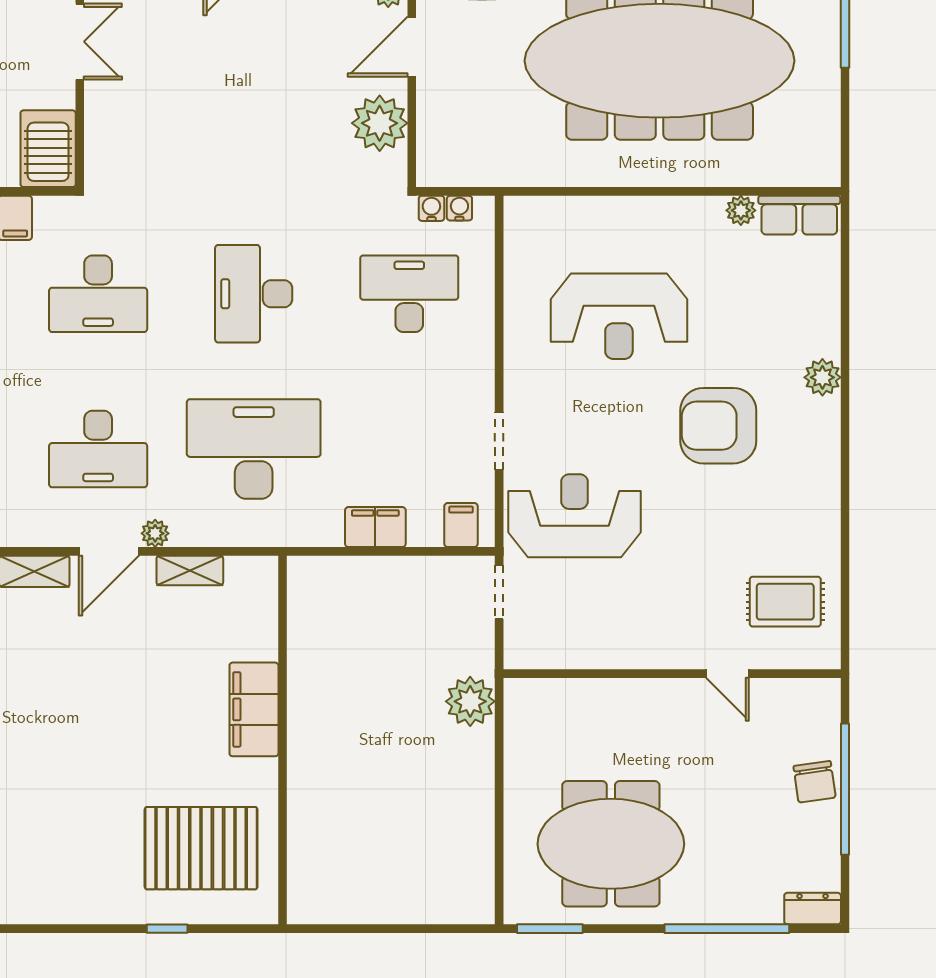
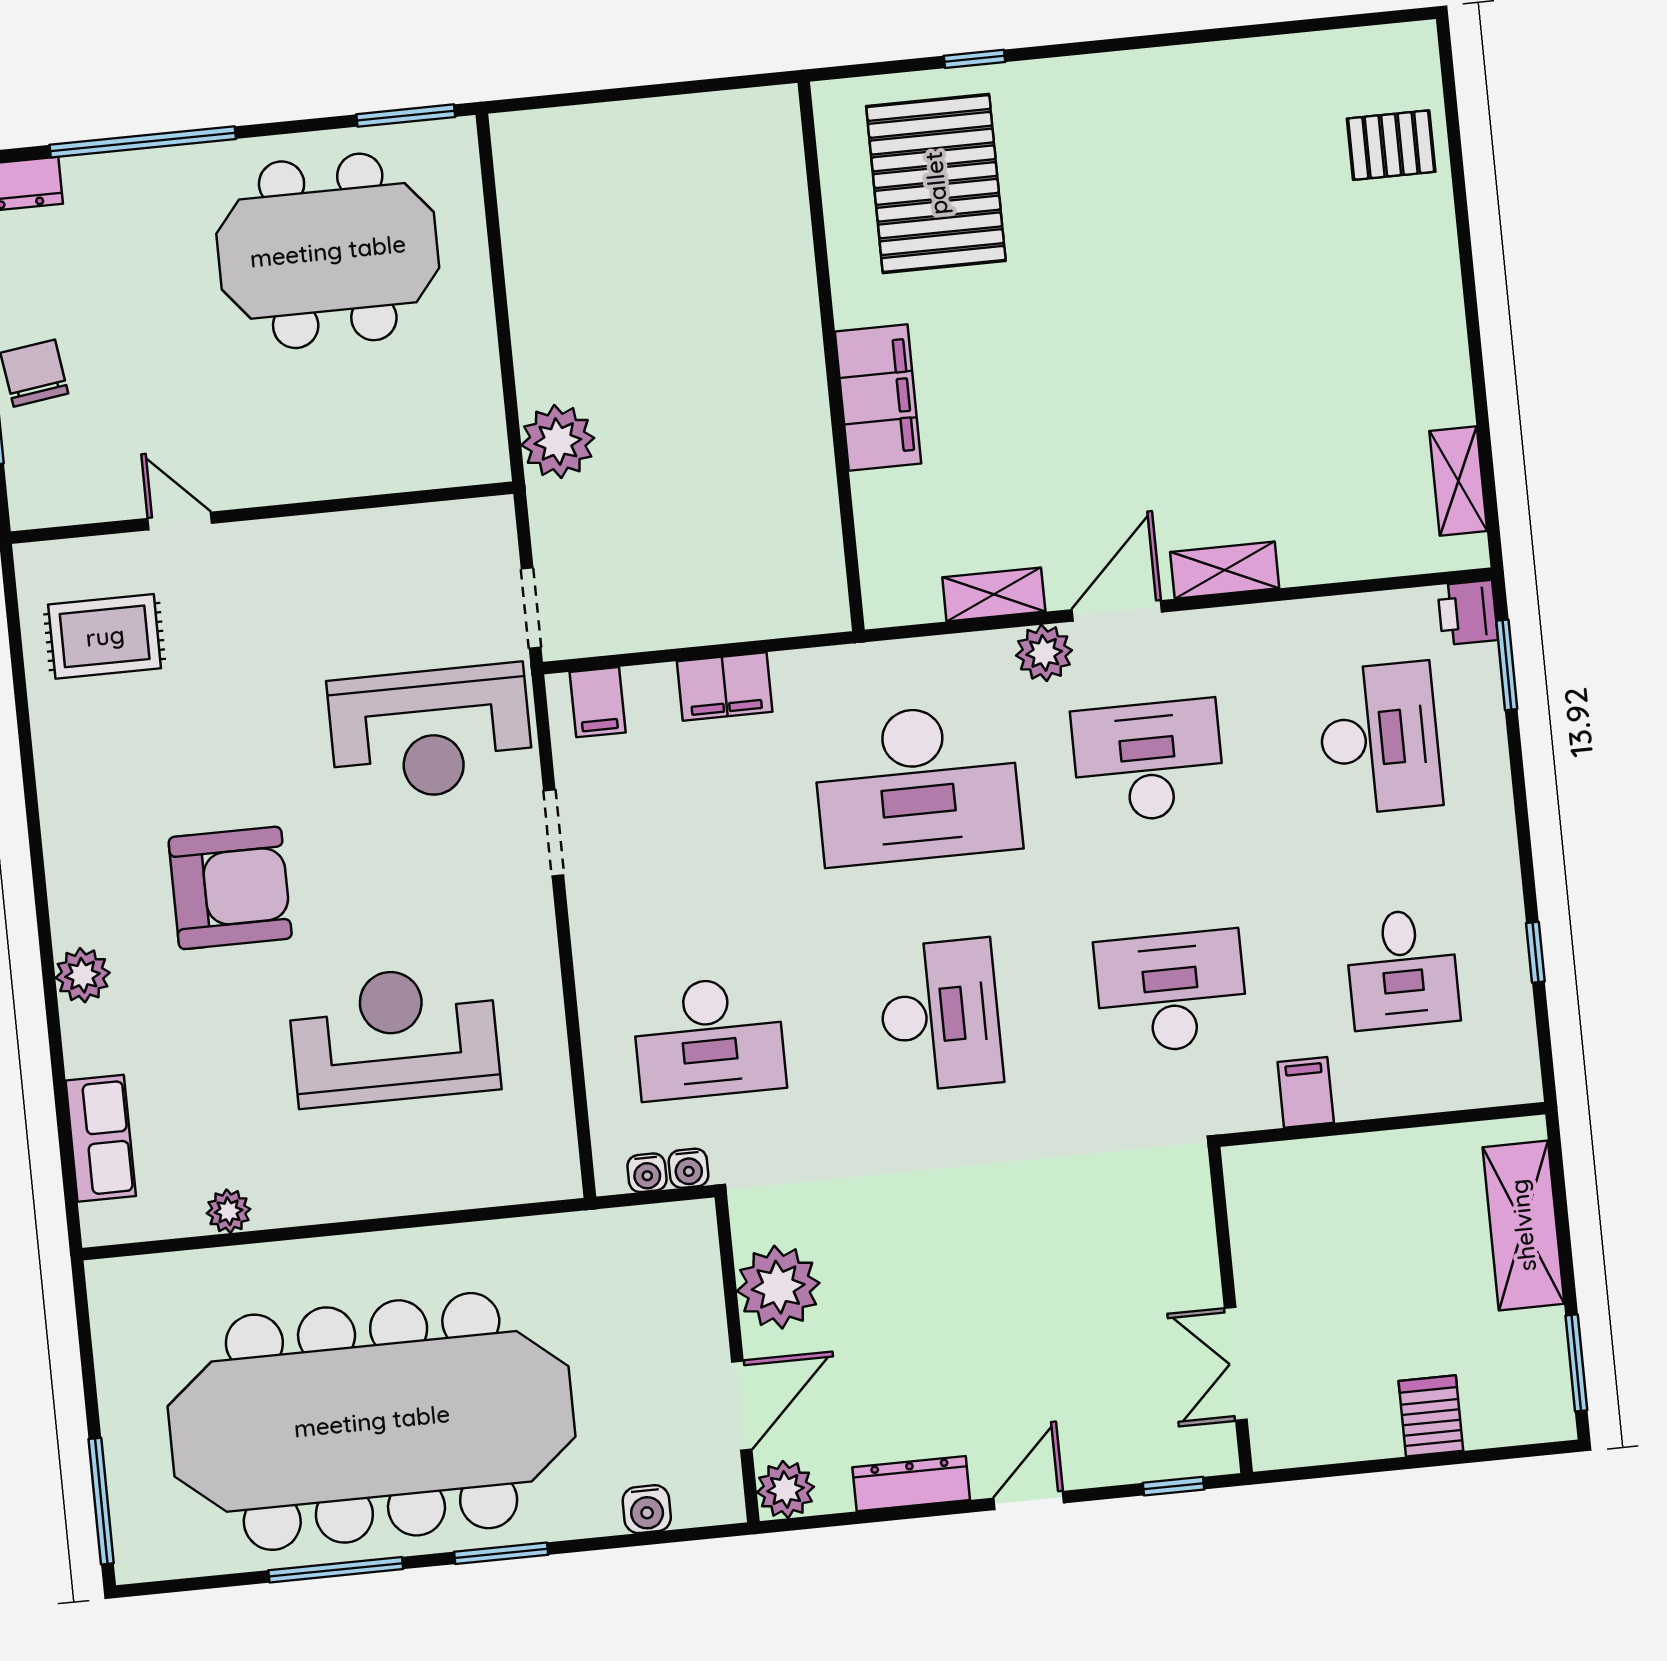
server rack: (48, 149) -> (1267, 1200), removed
row of seats: (799, 215) -> (101, 1138), moved, turned 90
plant: (155, 533) -> (1044, 653), width x1.38, depth x1.38
pallet: (201, 848) -> (936, 183), turned 90

